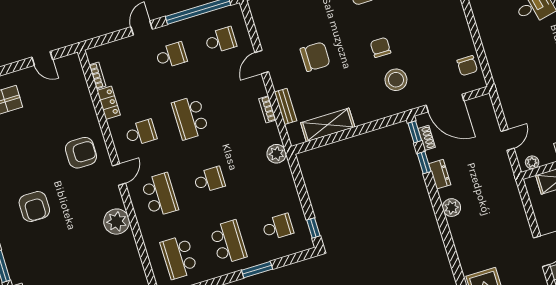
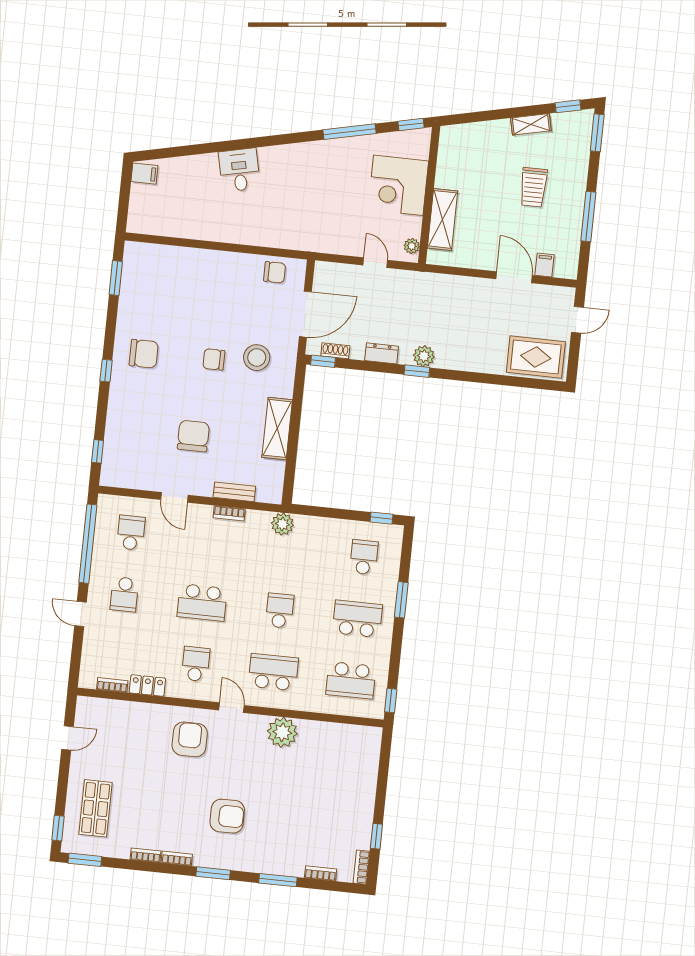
school desk: (171, 55) -> (124, 594), turned 180
shelving: (328, 125) -> (277, 428), moved
window: (424, 163) -> (417, 371), moved

